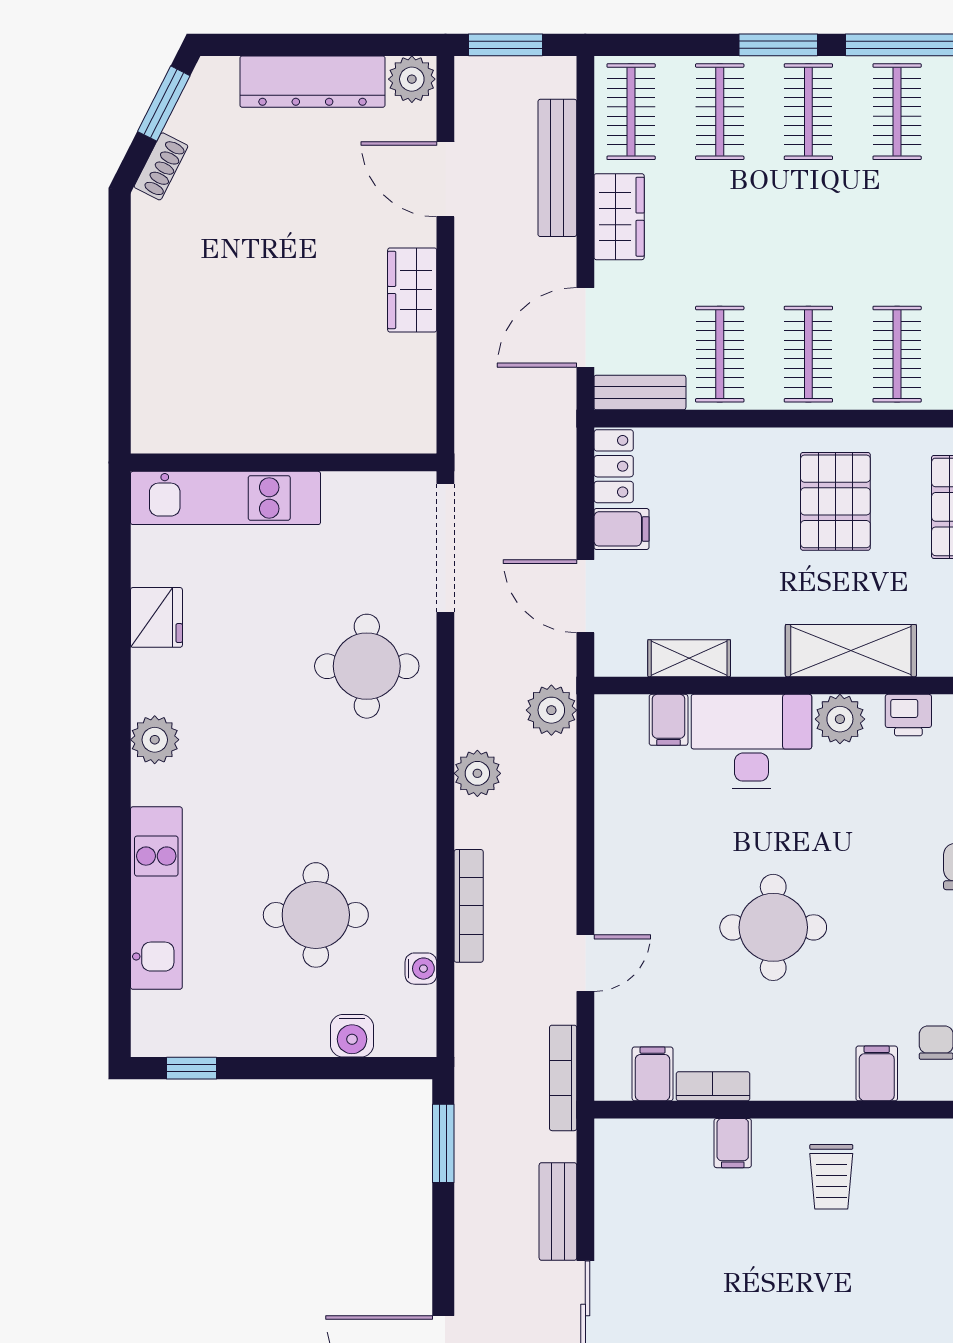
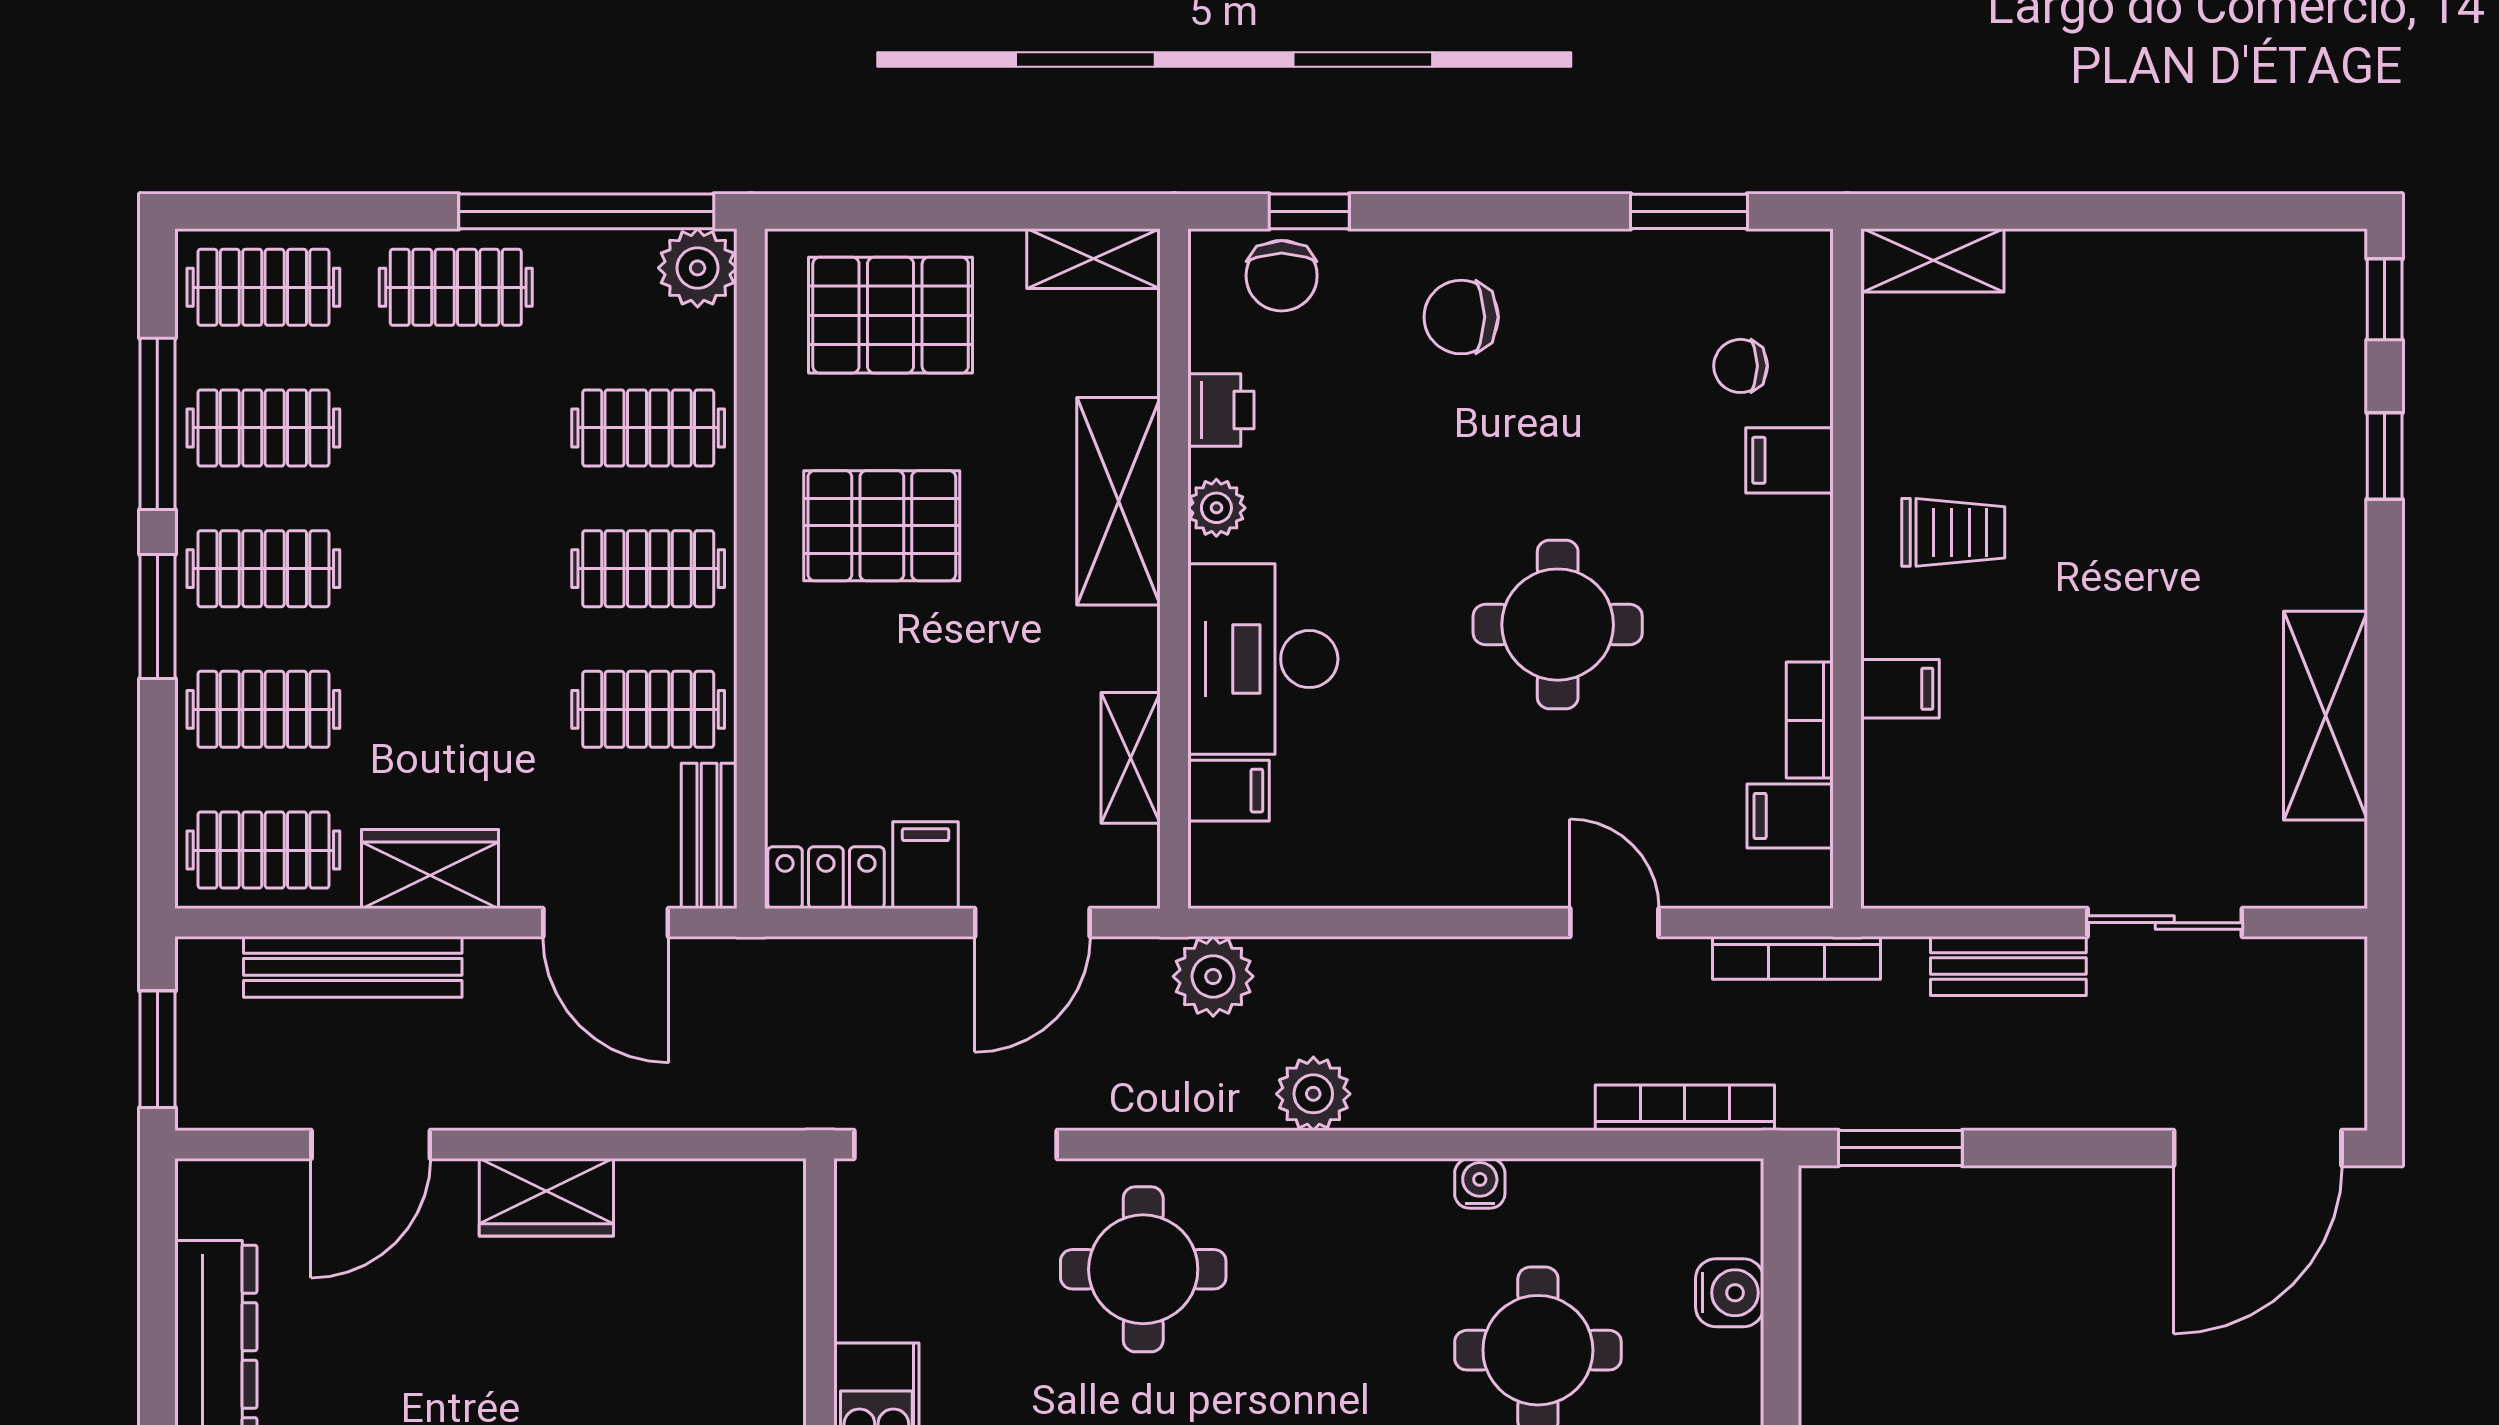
plant: (412, 79) -> (212, 1198), removed
plant: (840, 719) -> (1216, 508), width x0.73, depth x0.73
bookcase: (469, 906) -> (1685, 1108), moved
water cooler: (421, 969) -> (1480, 1183), moved

